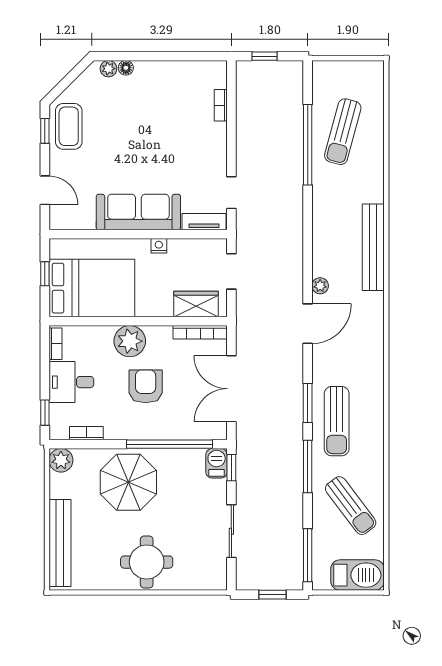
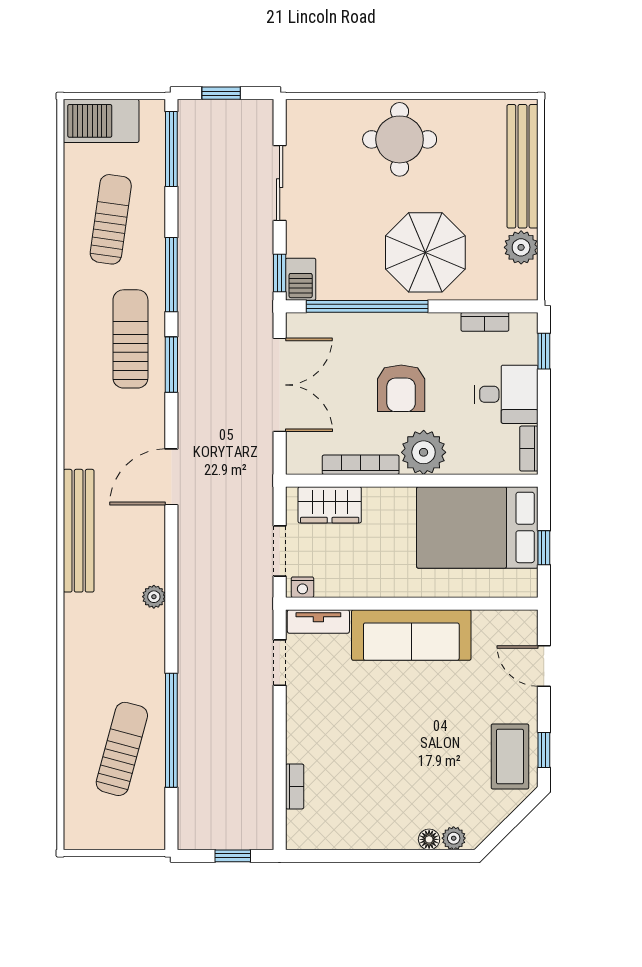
nightstand: (159, 246) -> (302, 587), moved
bench: (373, 247) -> (79, 531), moved
plant: (320, 286) -> (154, 597), moved
bookcase: (200, 332) -> (361, 465), moved
plant: (61, 460) -> (521, 247), moved
sun lounger: (351, 506) -> (111, 219), turned 45

